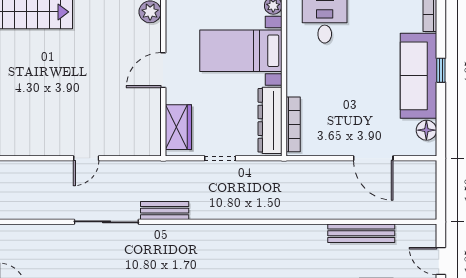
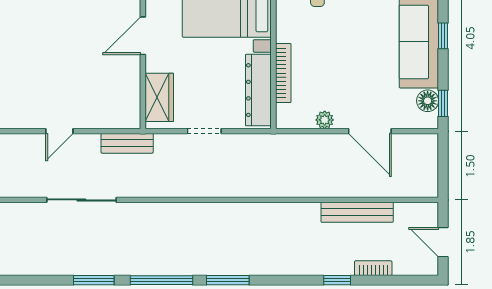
bookcase: (293, 124) -> (283, 73), moved
window: (441, 133) -> (443, 103), added
plant: (331, 148) -> (325, 120), added
bench: (165, 211) -> (127, 143), moved

